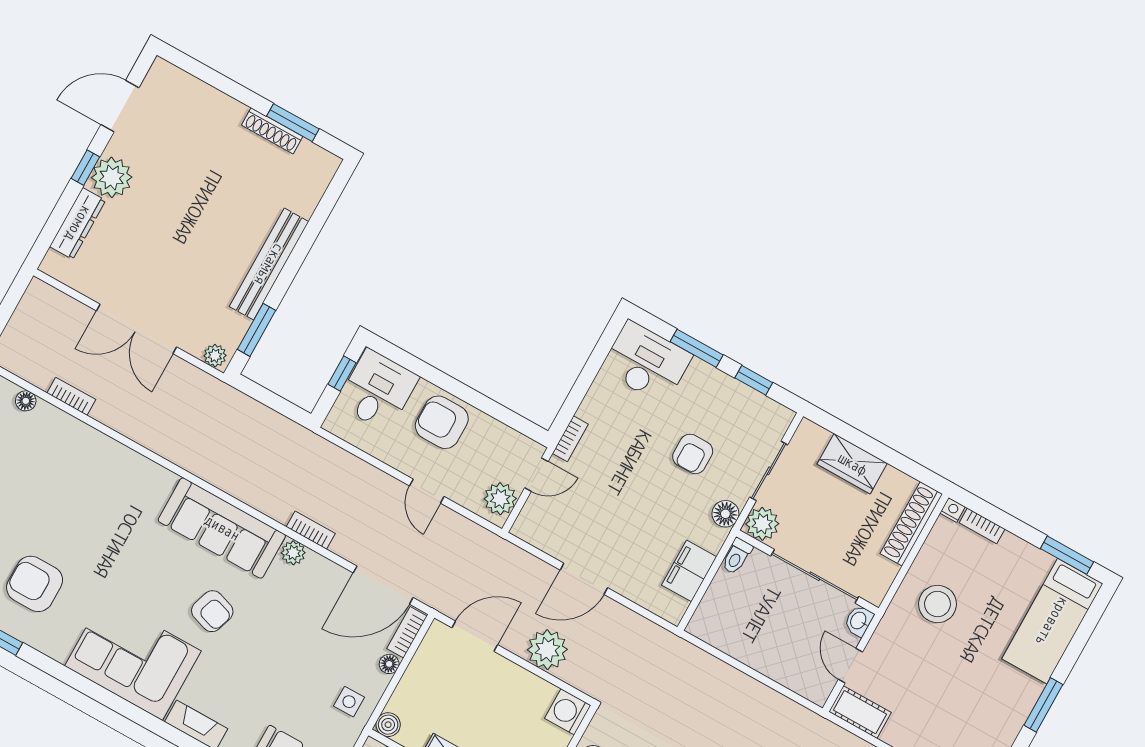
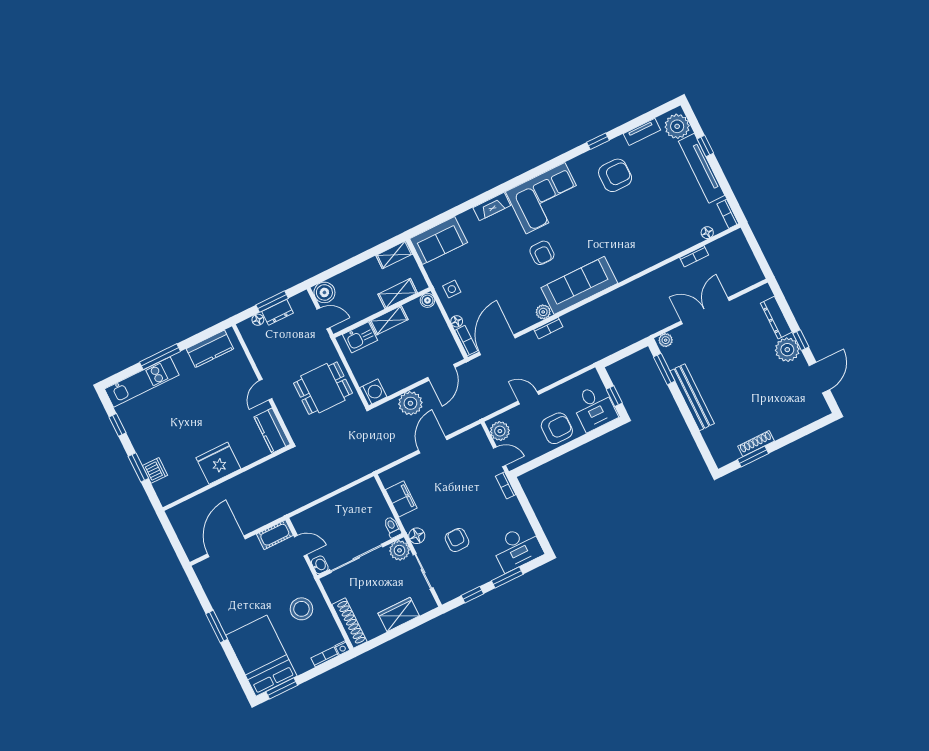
door: (536, 475) -> (499, 457), swing flipped
armchair: (212, 611) -> (542, 253), turned -108
bed: (1052, 621) -> (261, 656), width x1.50

